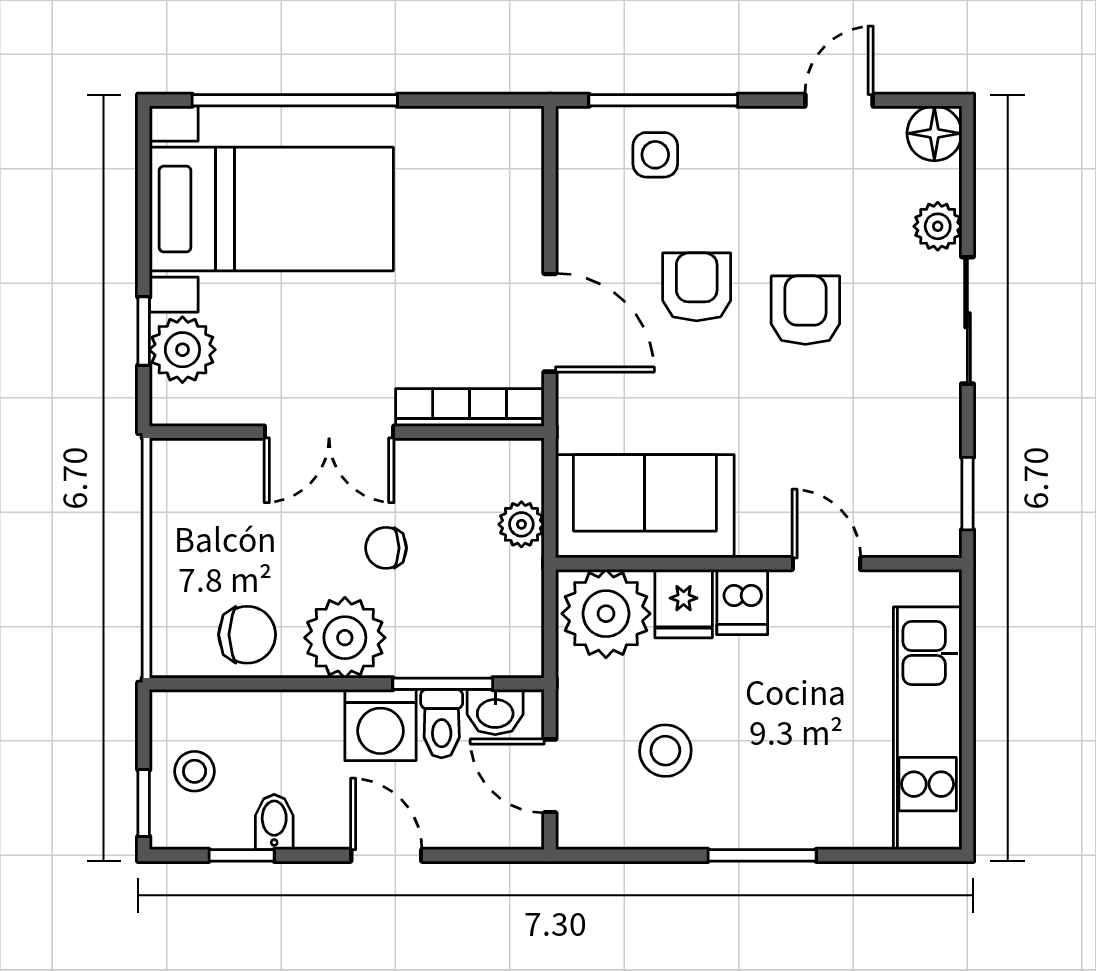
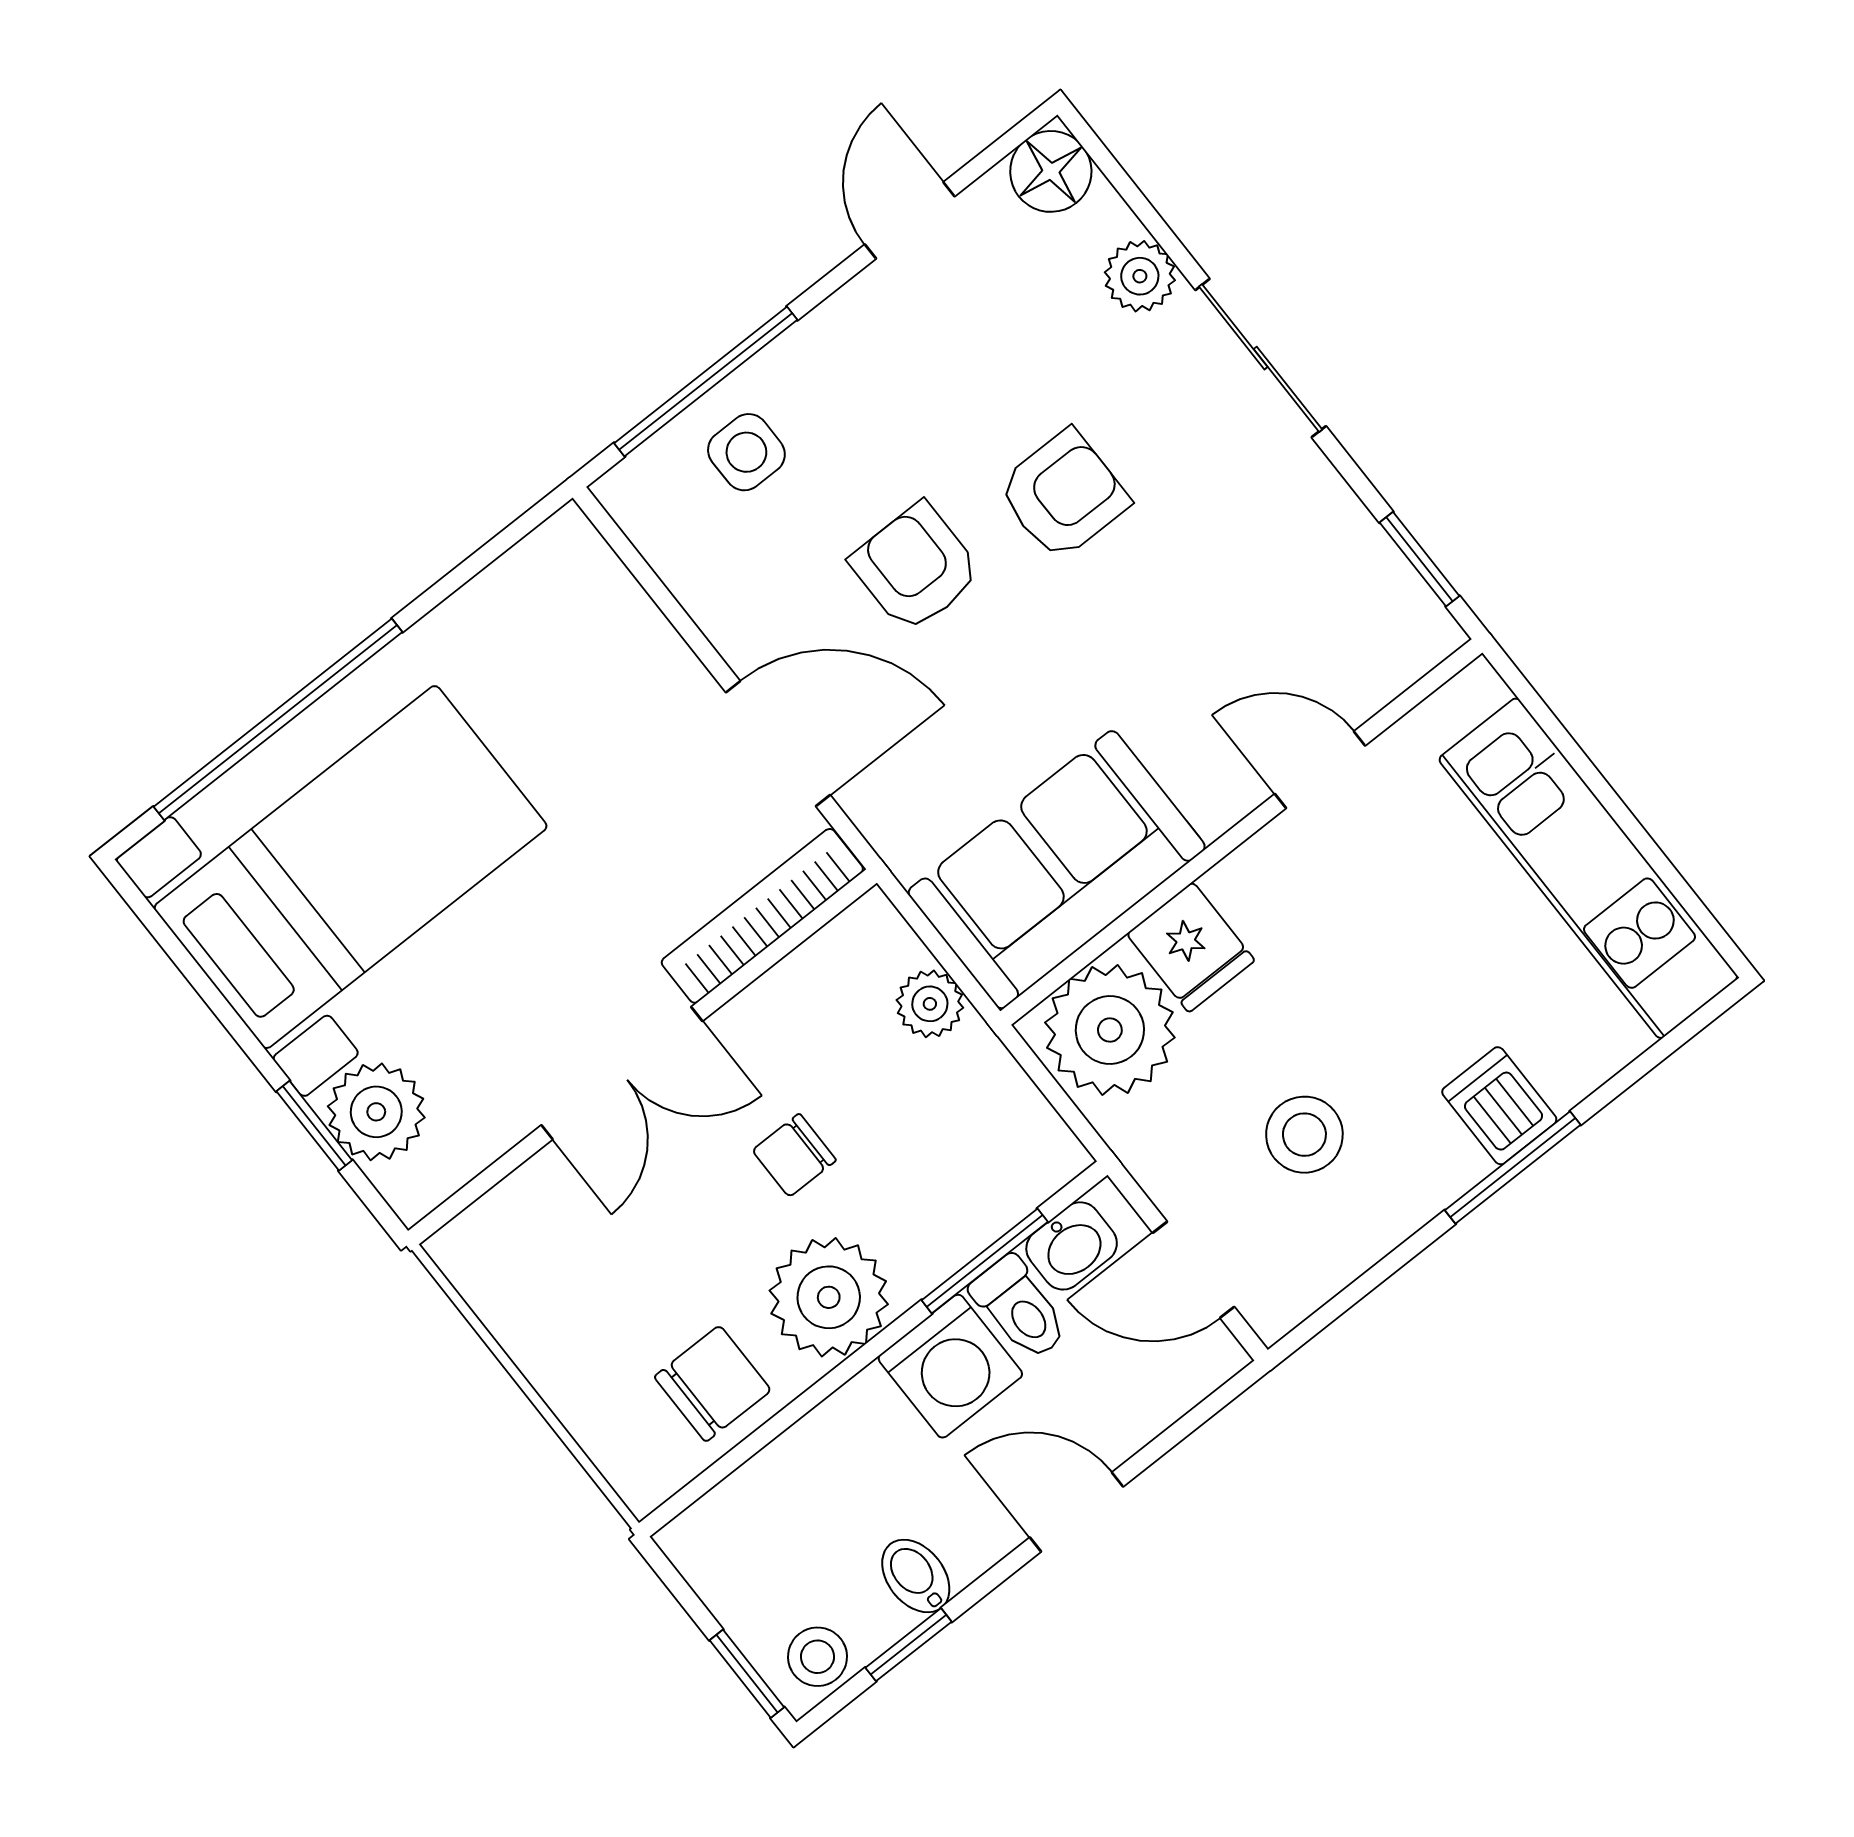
armchair: (805, 310) -> (1063, 495), turned 90
dishwasher: (742, 602) -> (1499, 1106), moved, turned 180
stool: (195, 771) -> (818, 1657), moved

